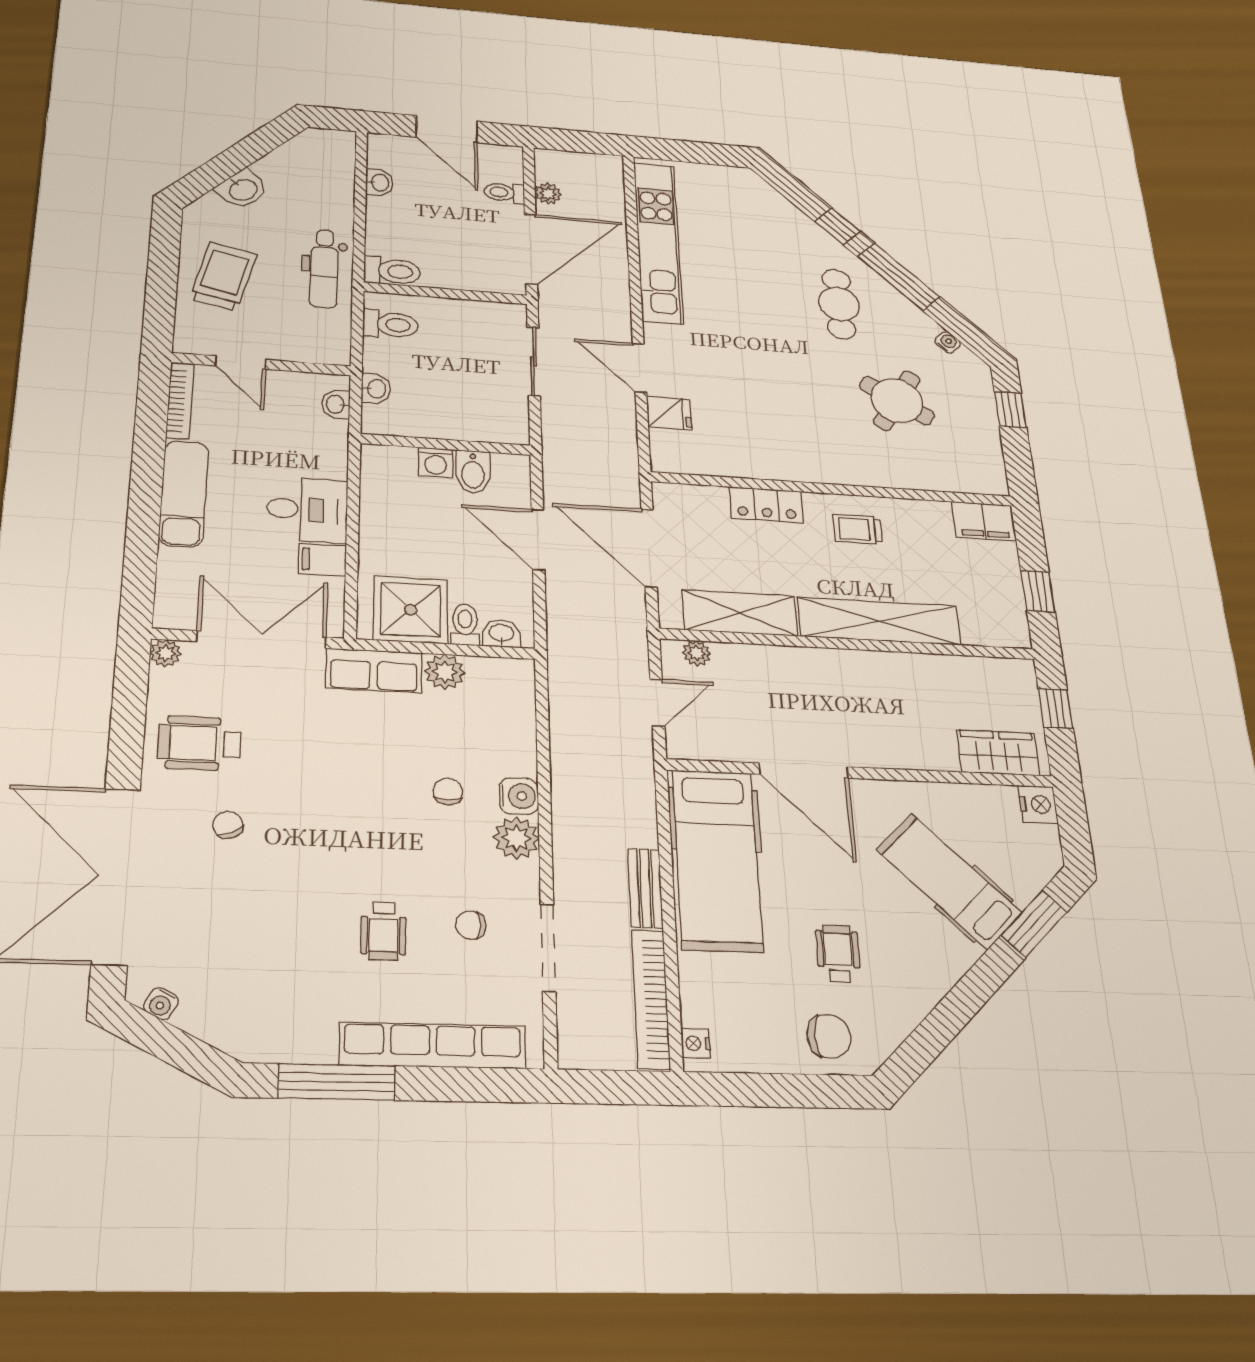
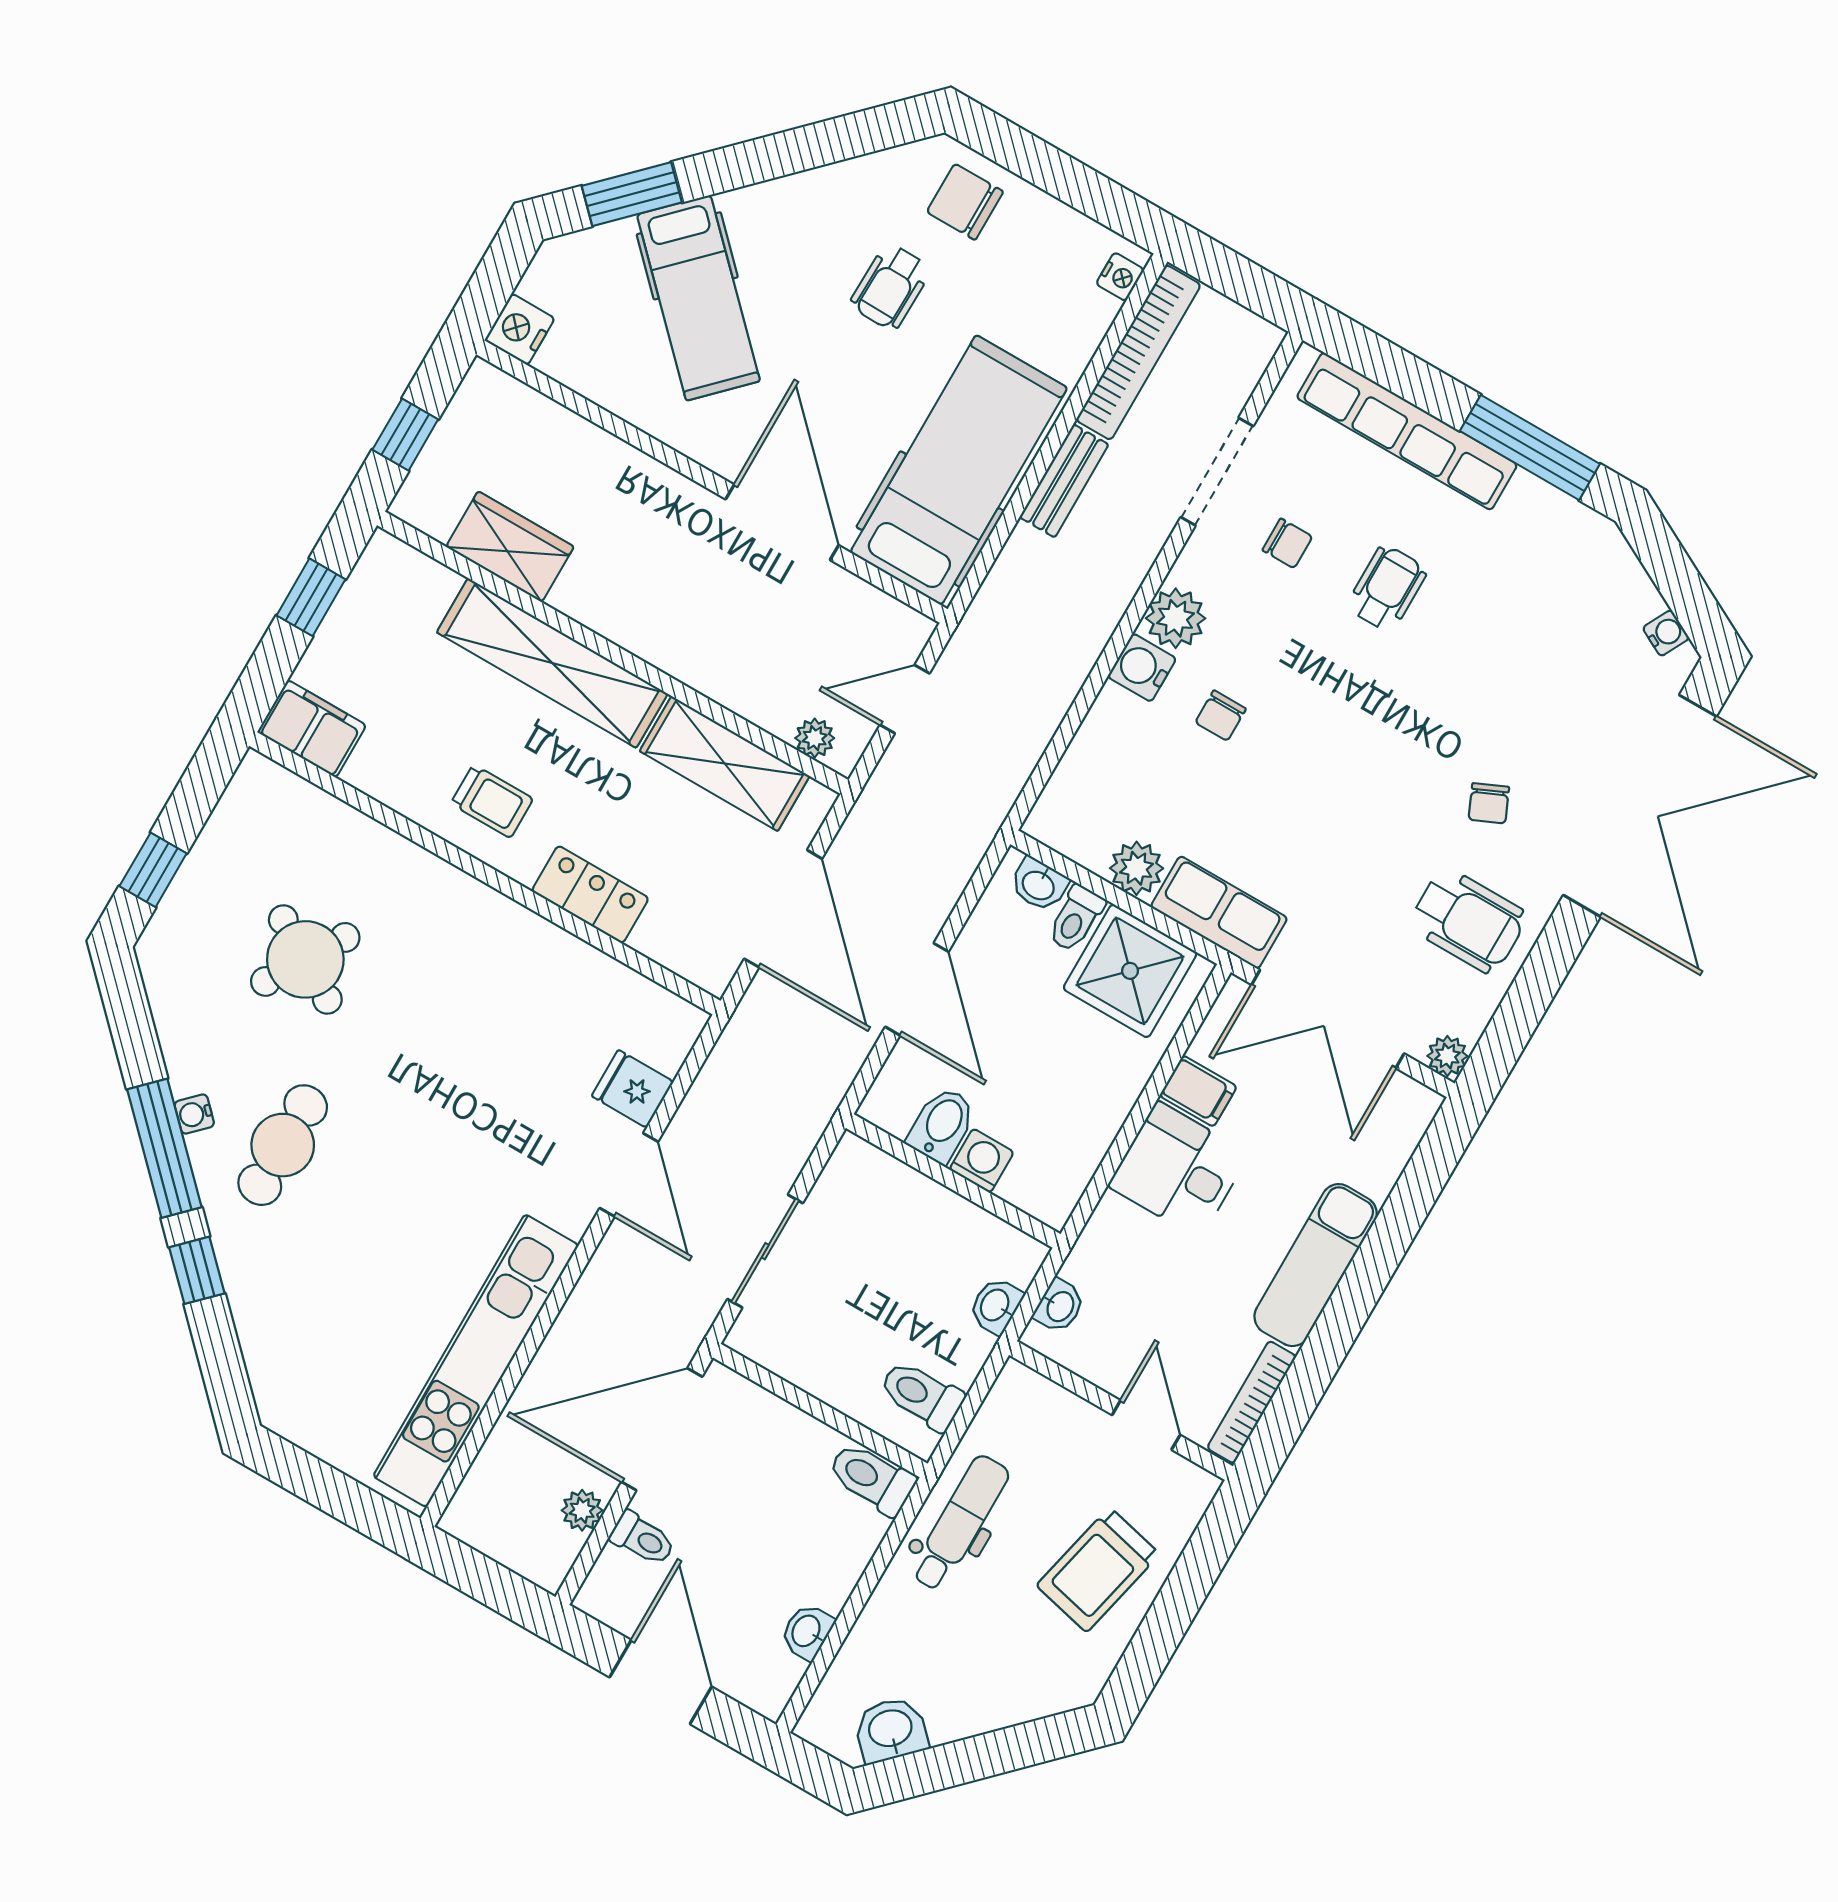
washbasin: (243, 189) -> (891, 1730), moved
water cooler: (948, 342) -> (194, 1114), moved
wardrobe: (998, 753) -> (510, 547), moved, turned 180

